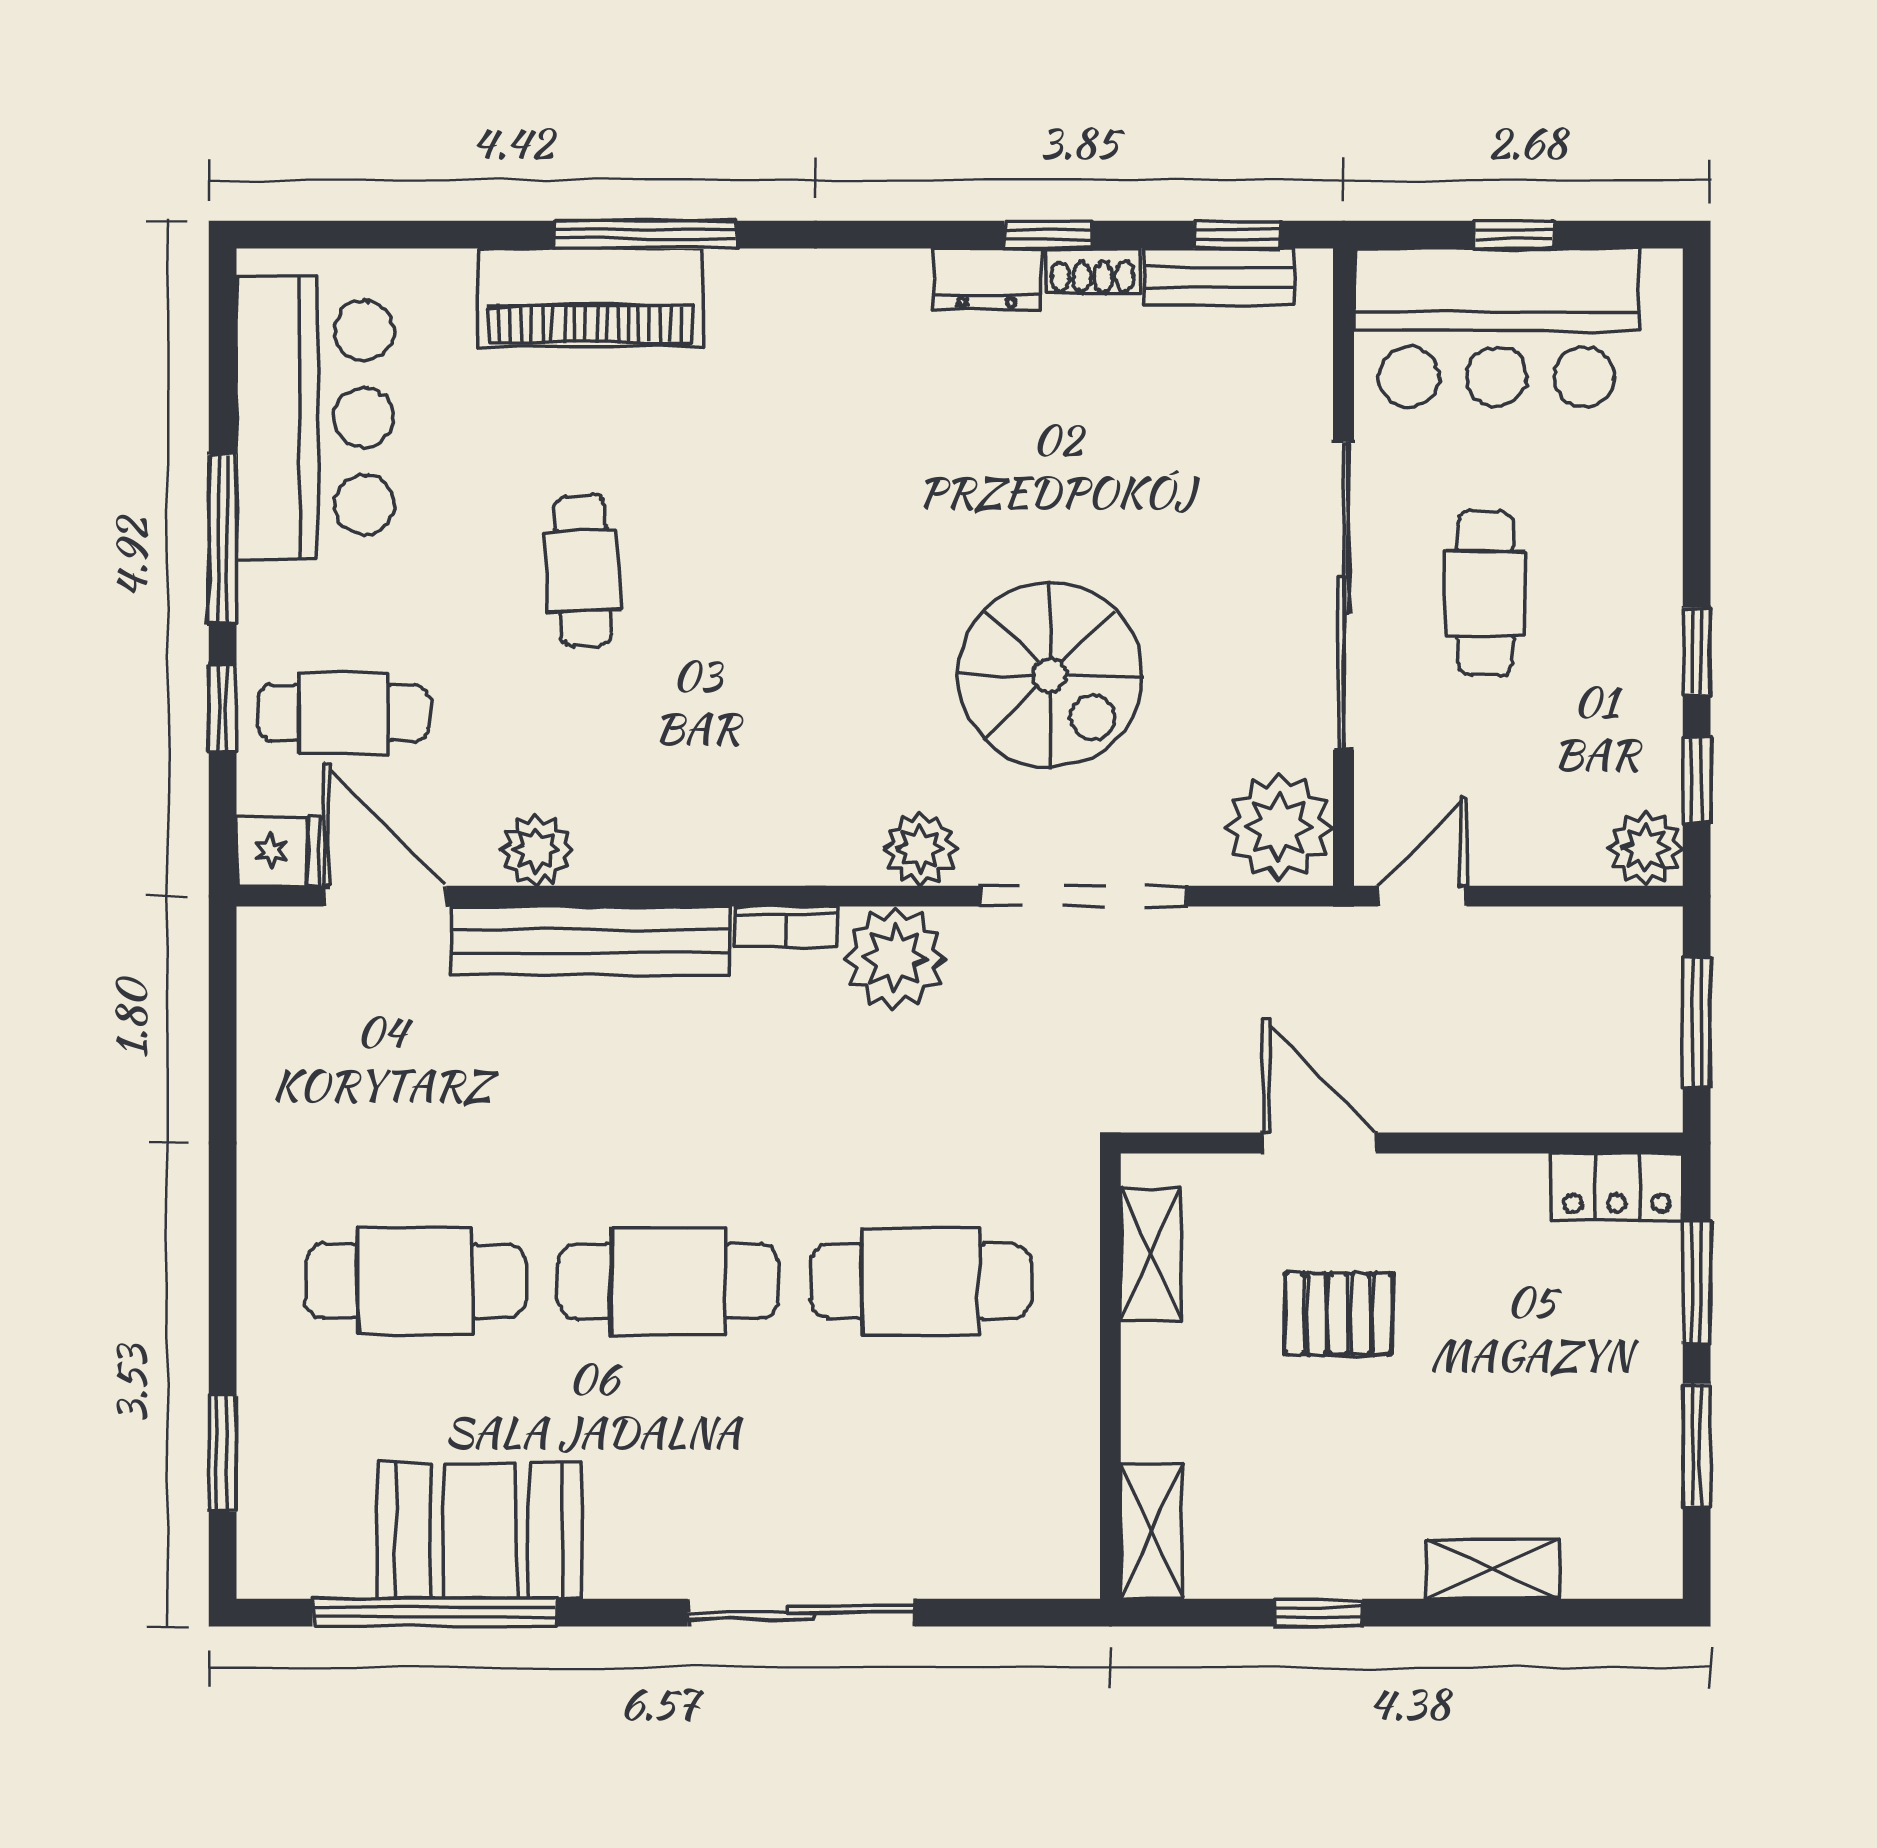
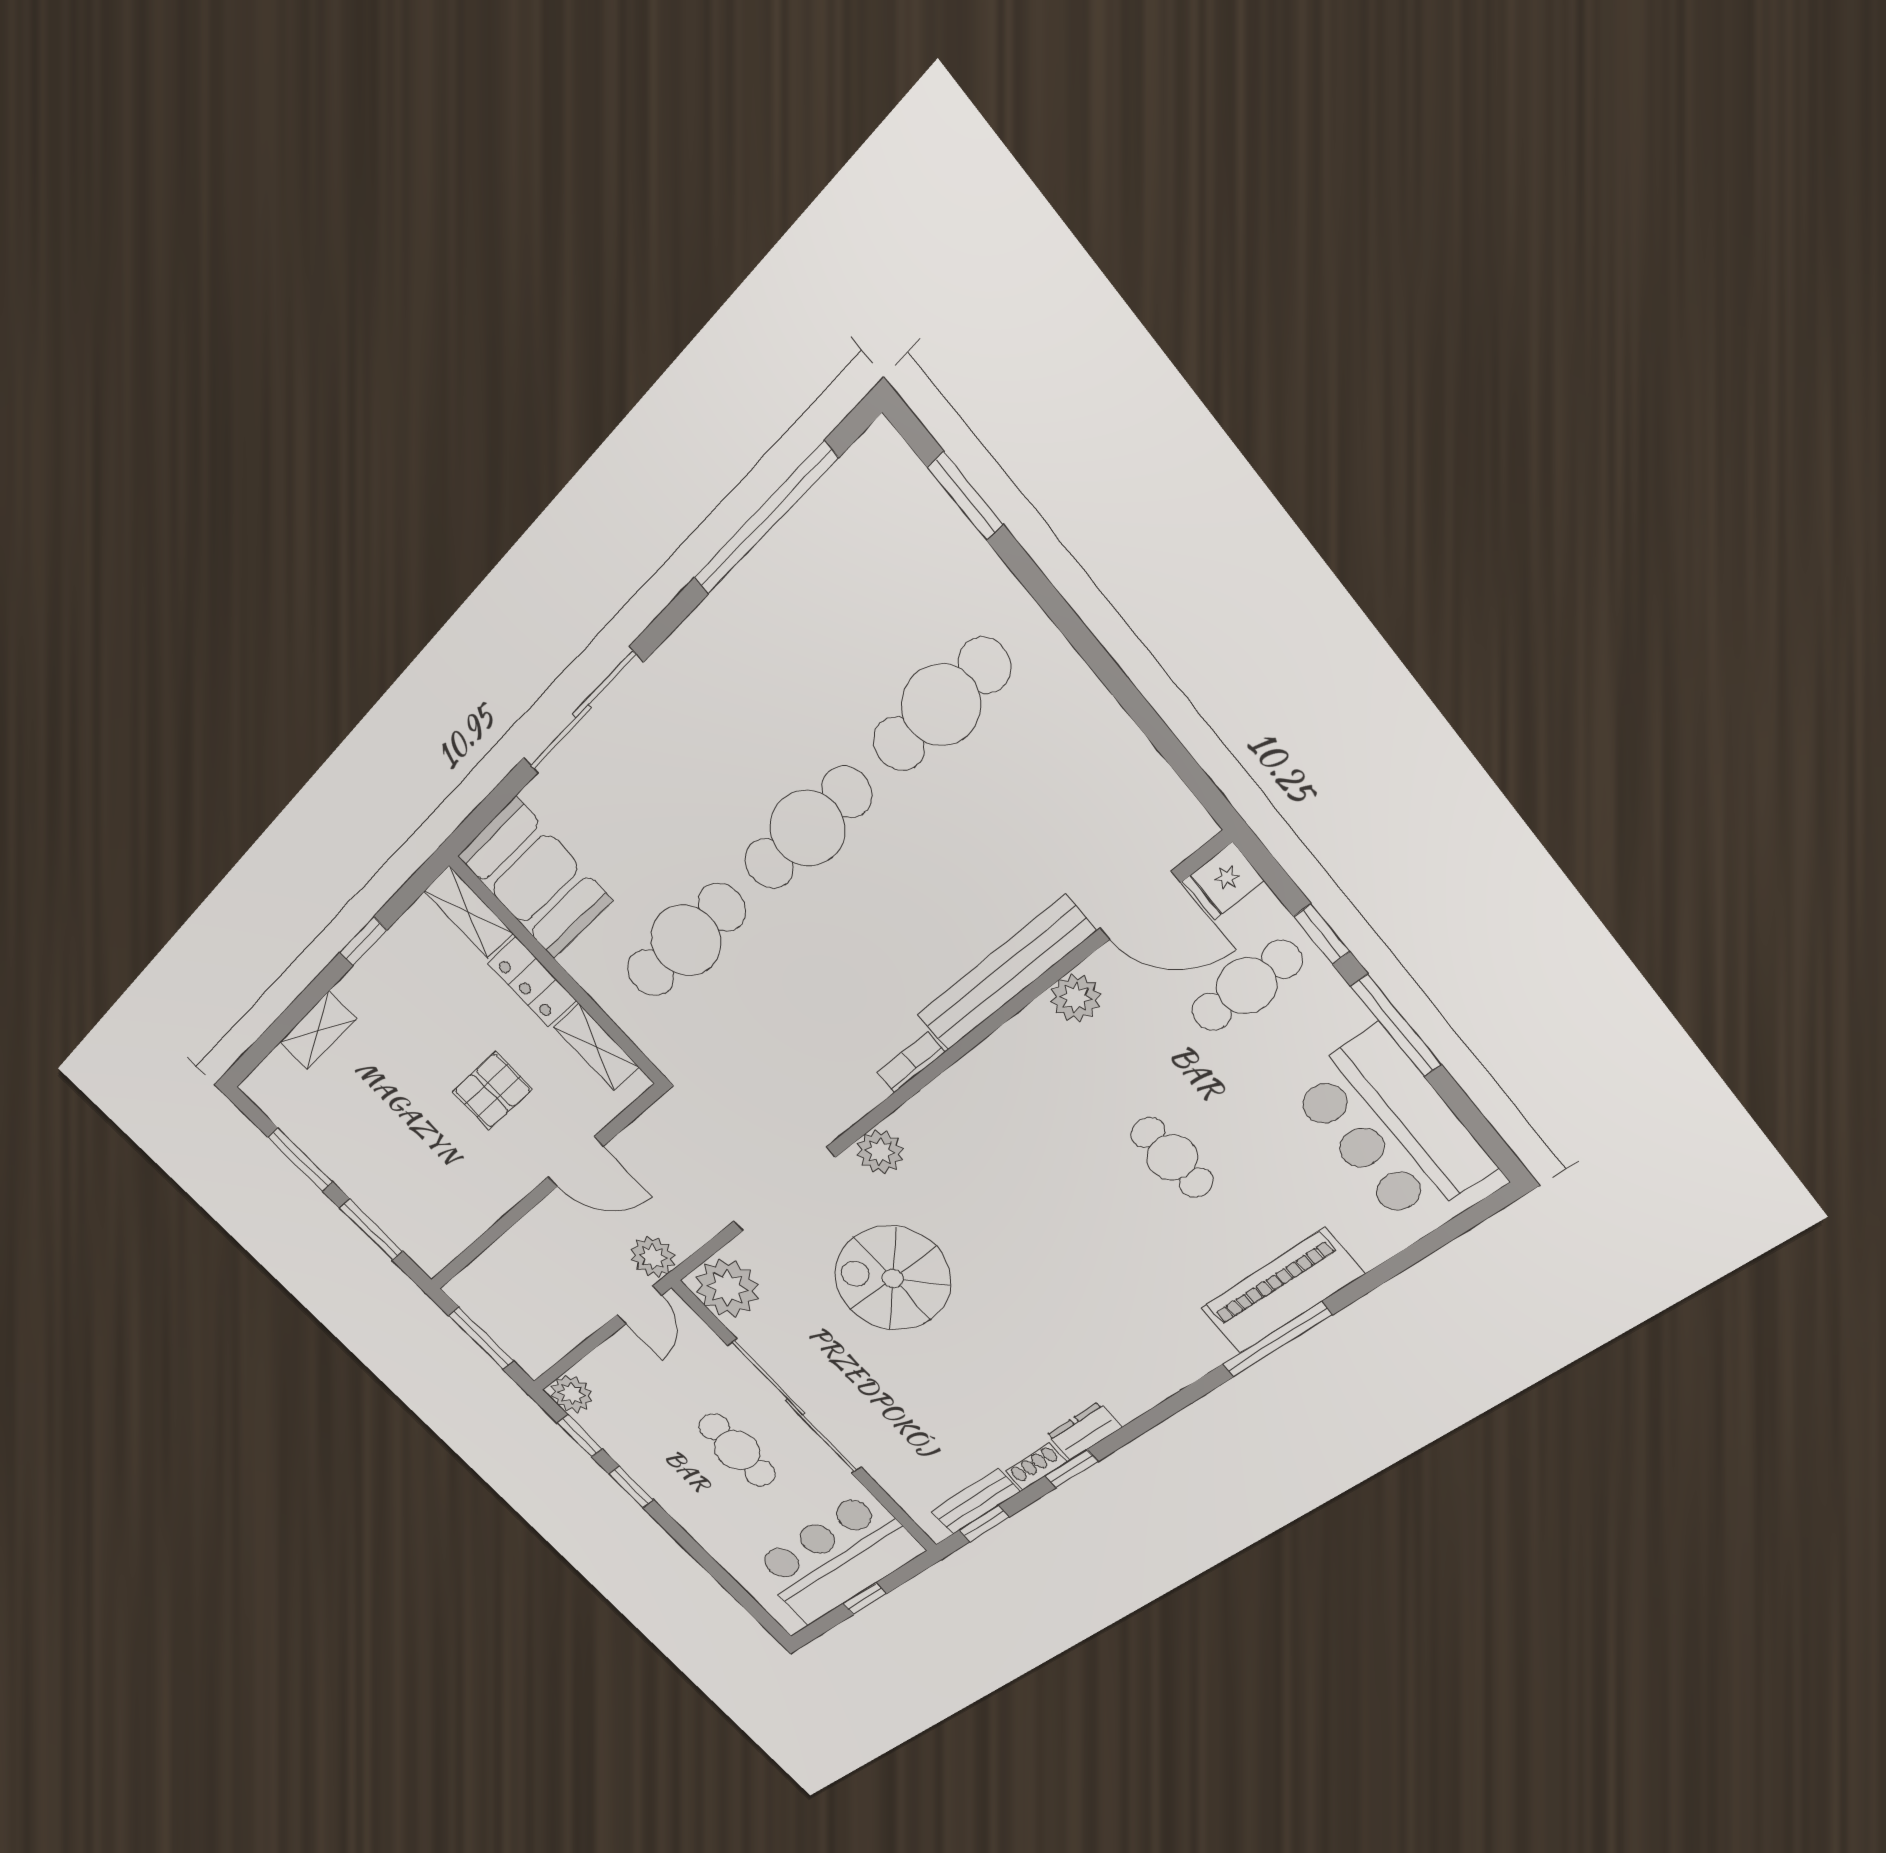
plant: (895, 958) -> (653, 1257), moved, width x0.73, depth x0.73
locker: (1617, 1187) -> (532, 982), moved, turned -90
booth: (480, 1531) -> (535, 878), moved, turned 90

